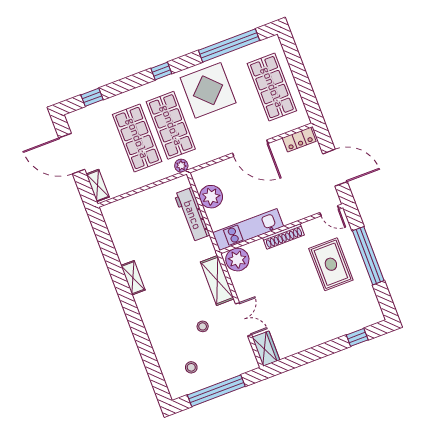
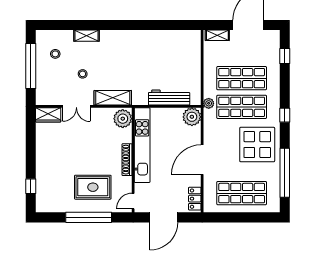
plant: (211, 197) -> (192, 117), moved
kitchen unit: (248, 230) -> (142, 145), width x1.36
shelving: (133, 278) -> (87, 36), moved

